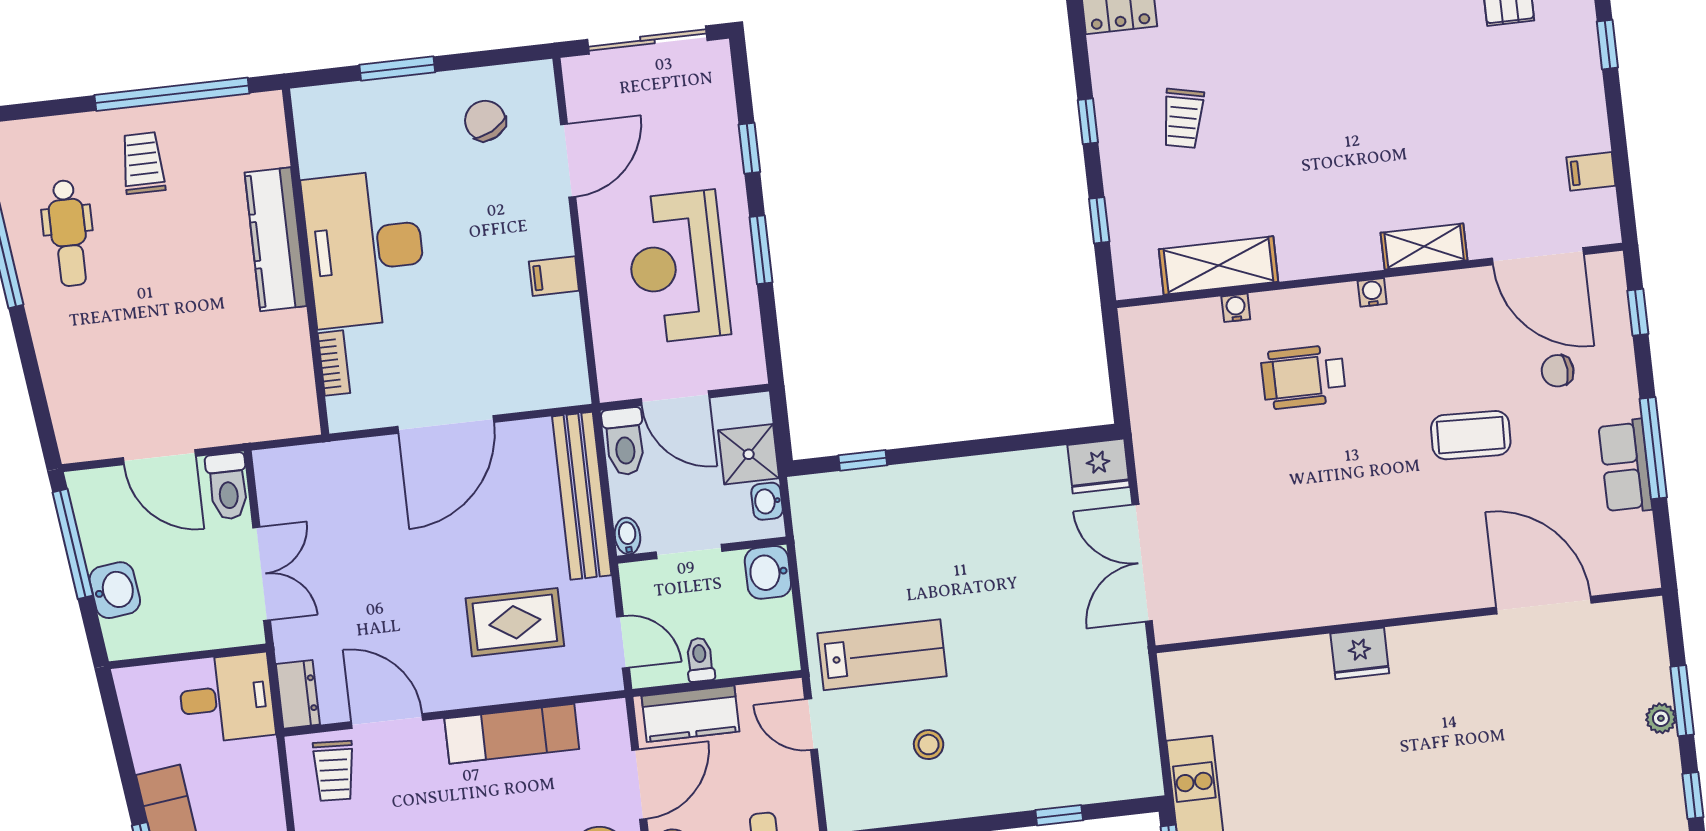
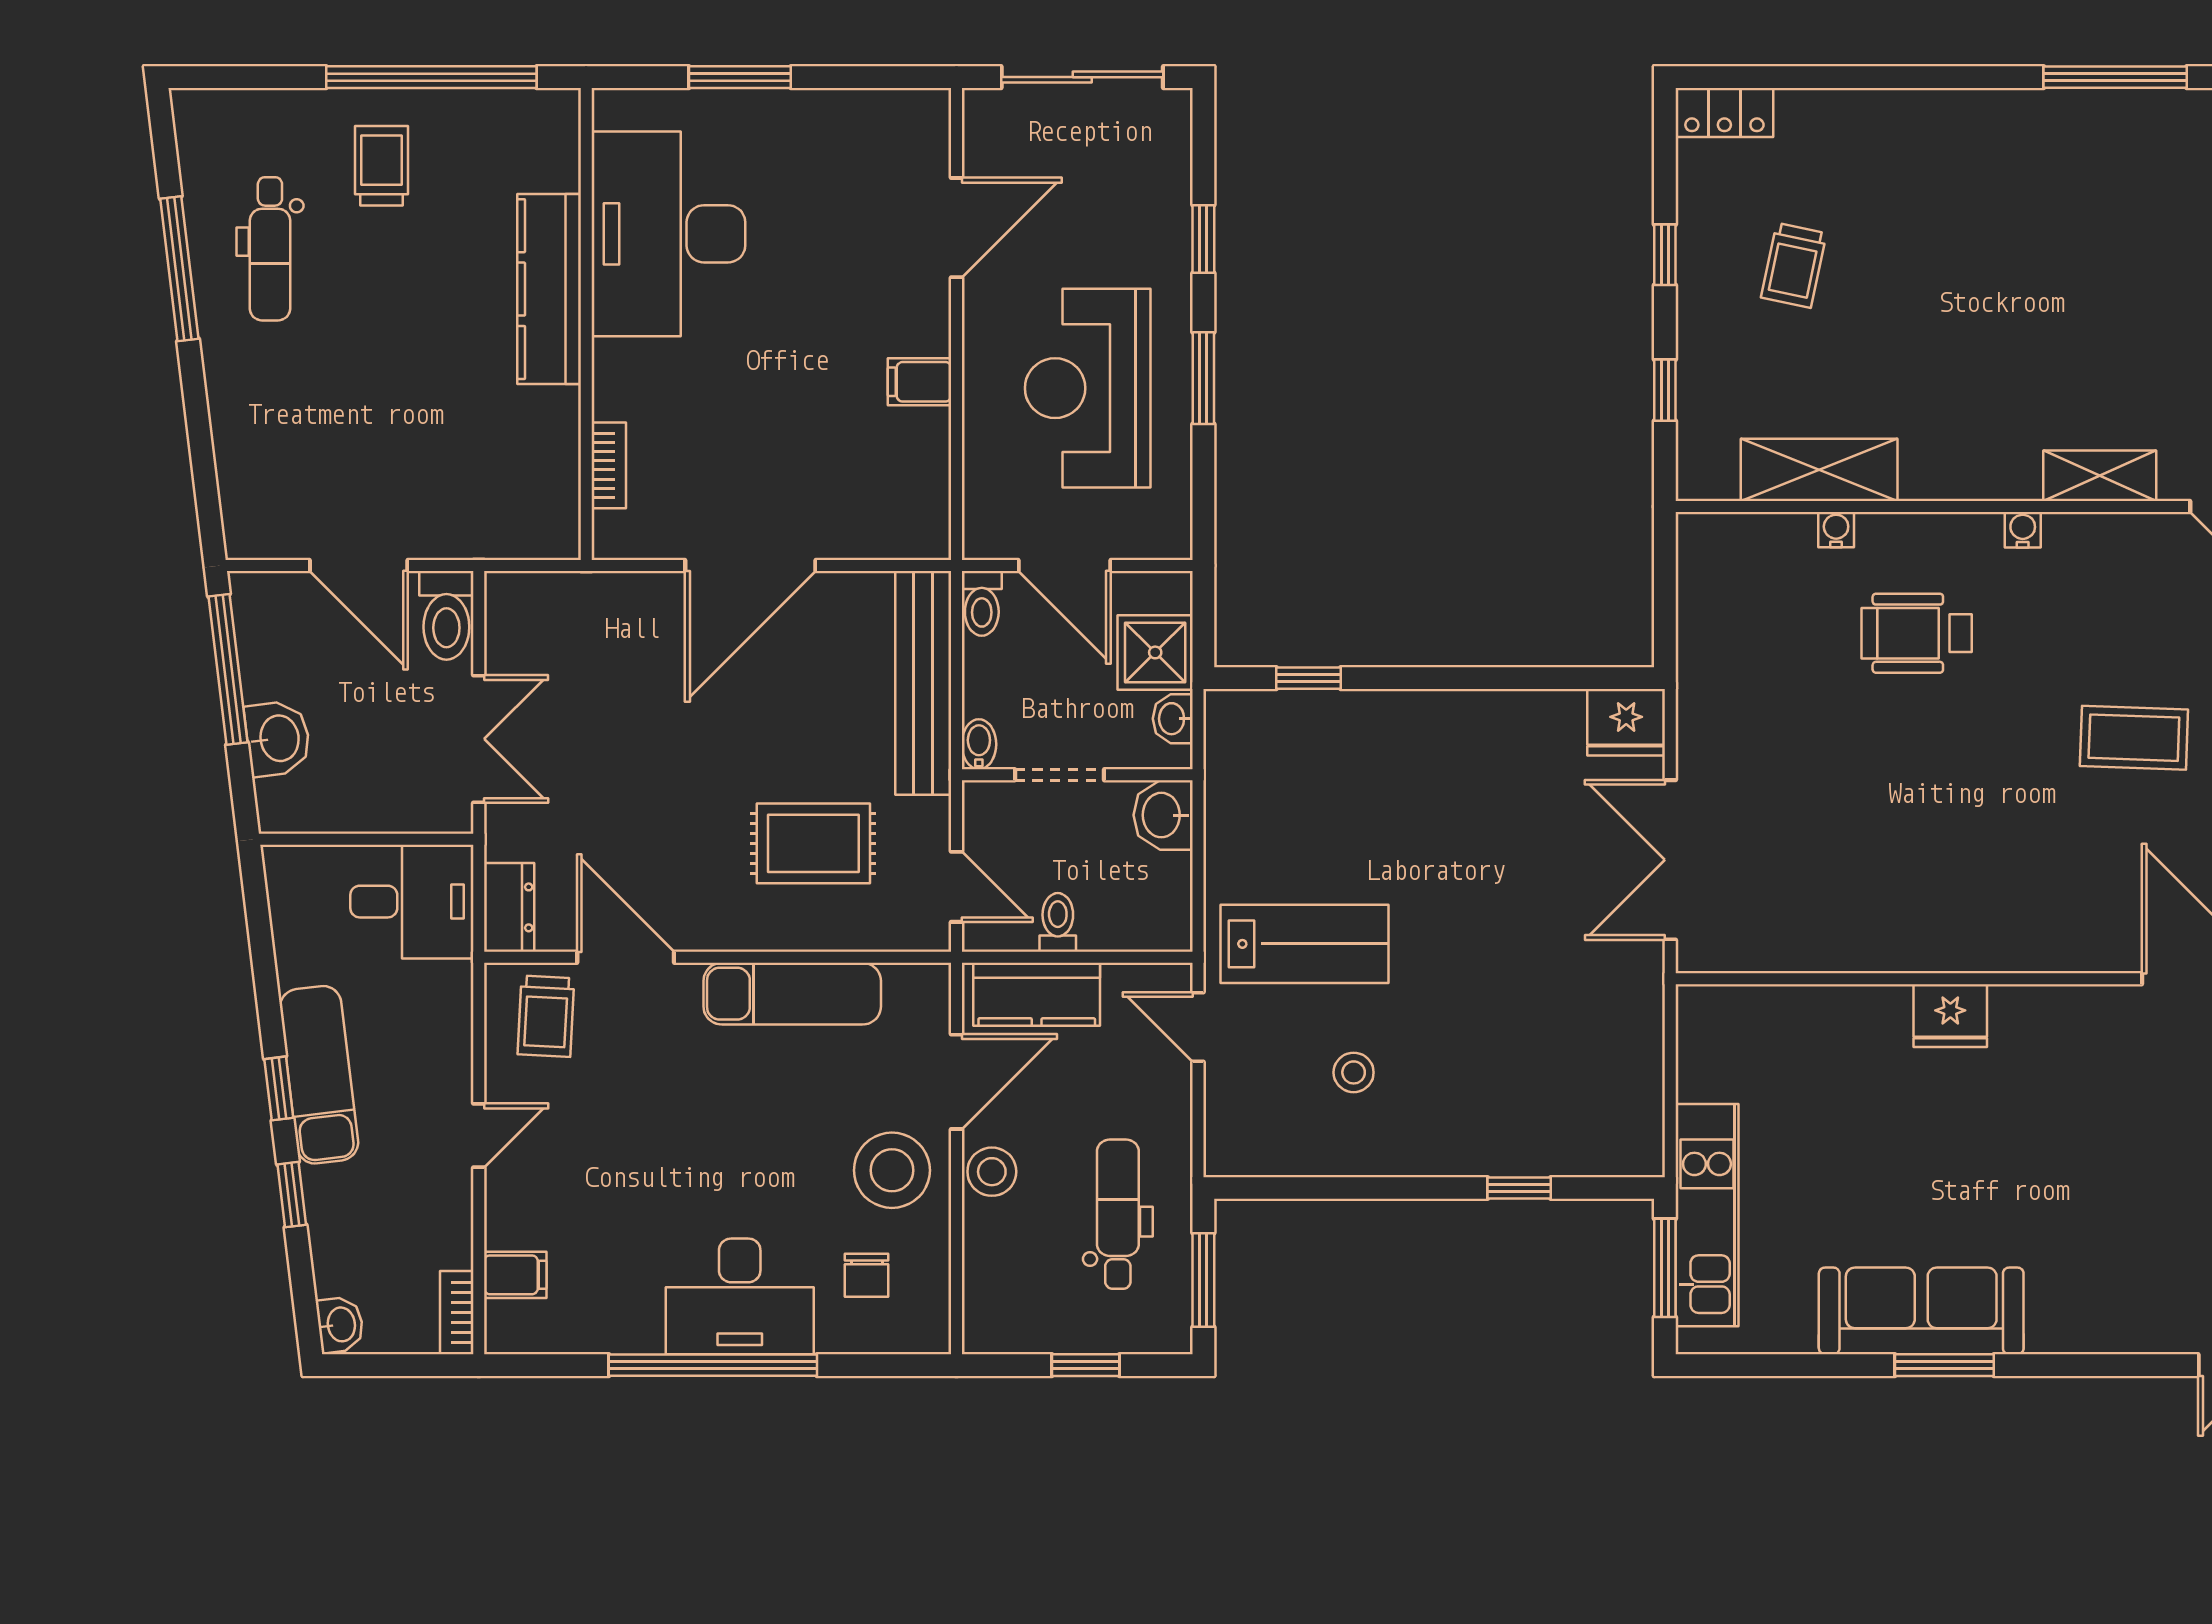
chair: (485, 121) -> (851, 161), removed
desk: (365, 249) -> (668, 234), moved
toilet: (624, 441) -> (982, 603), width x0.73, depth x0.72

